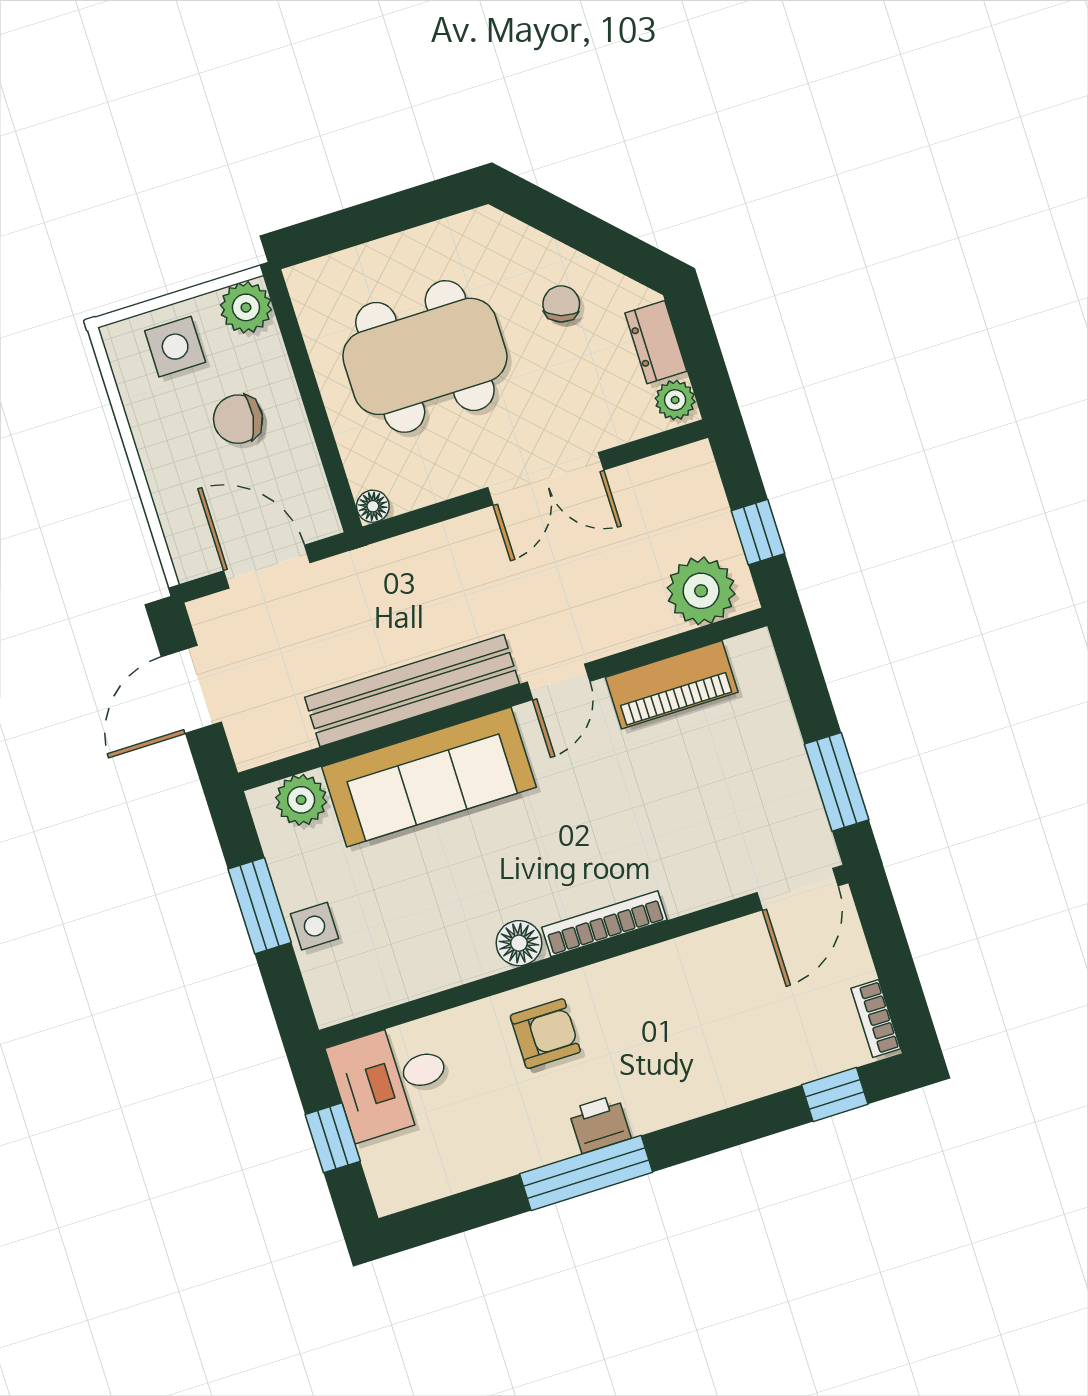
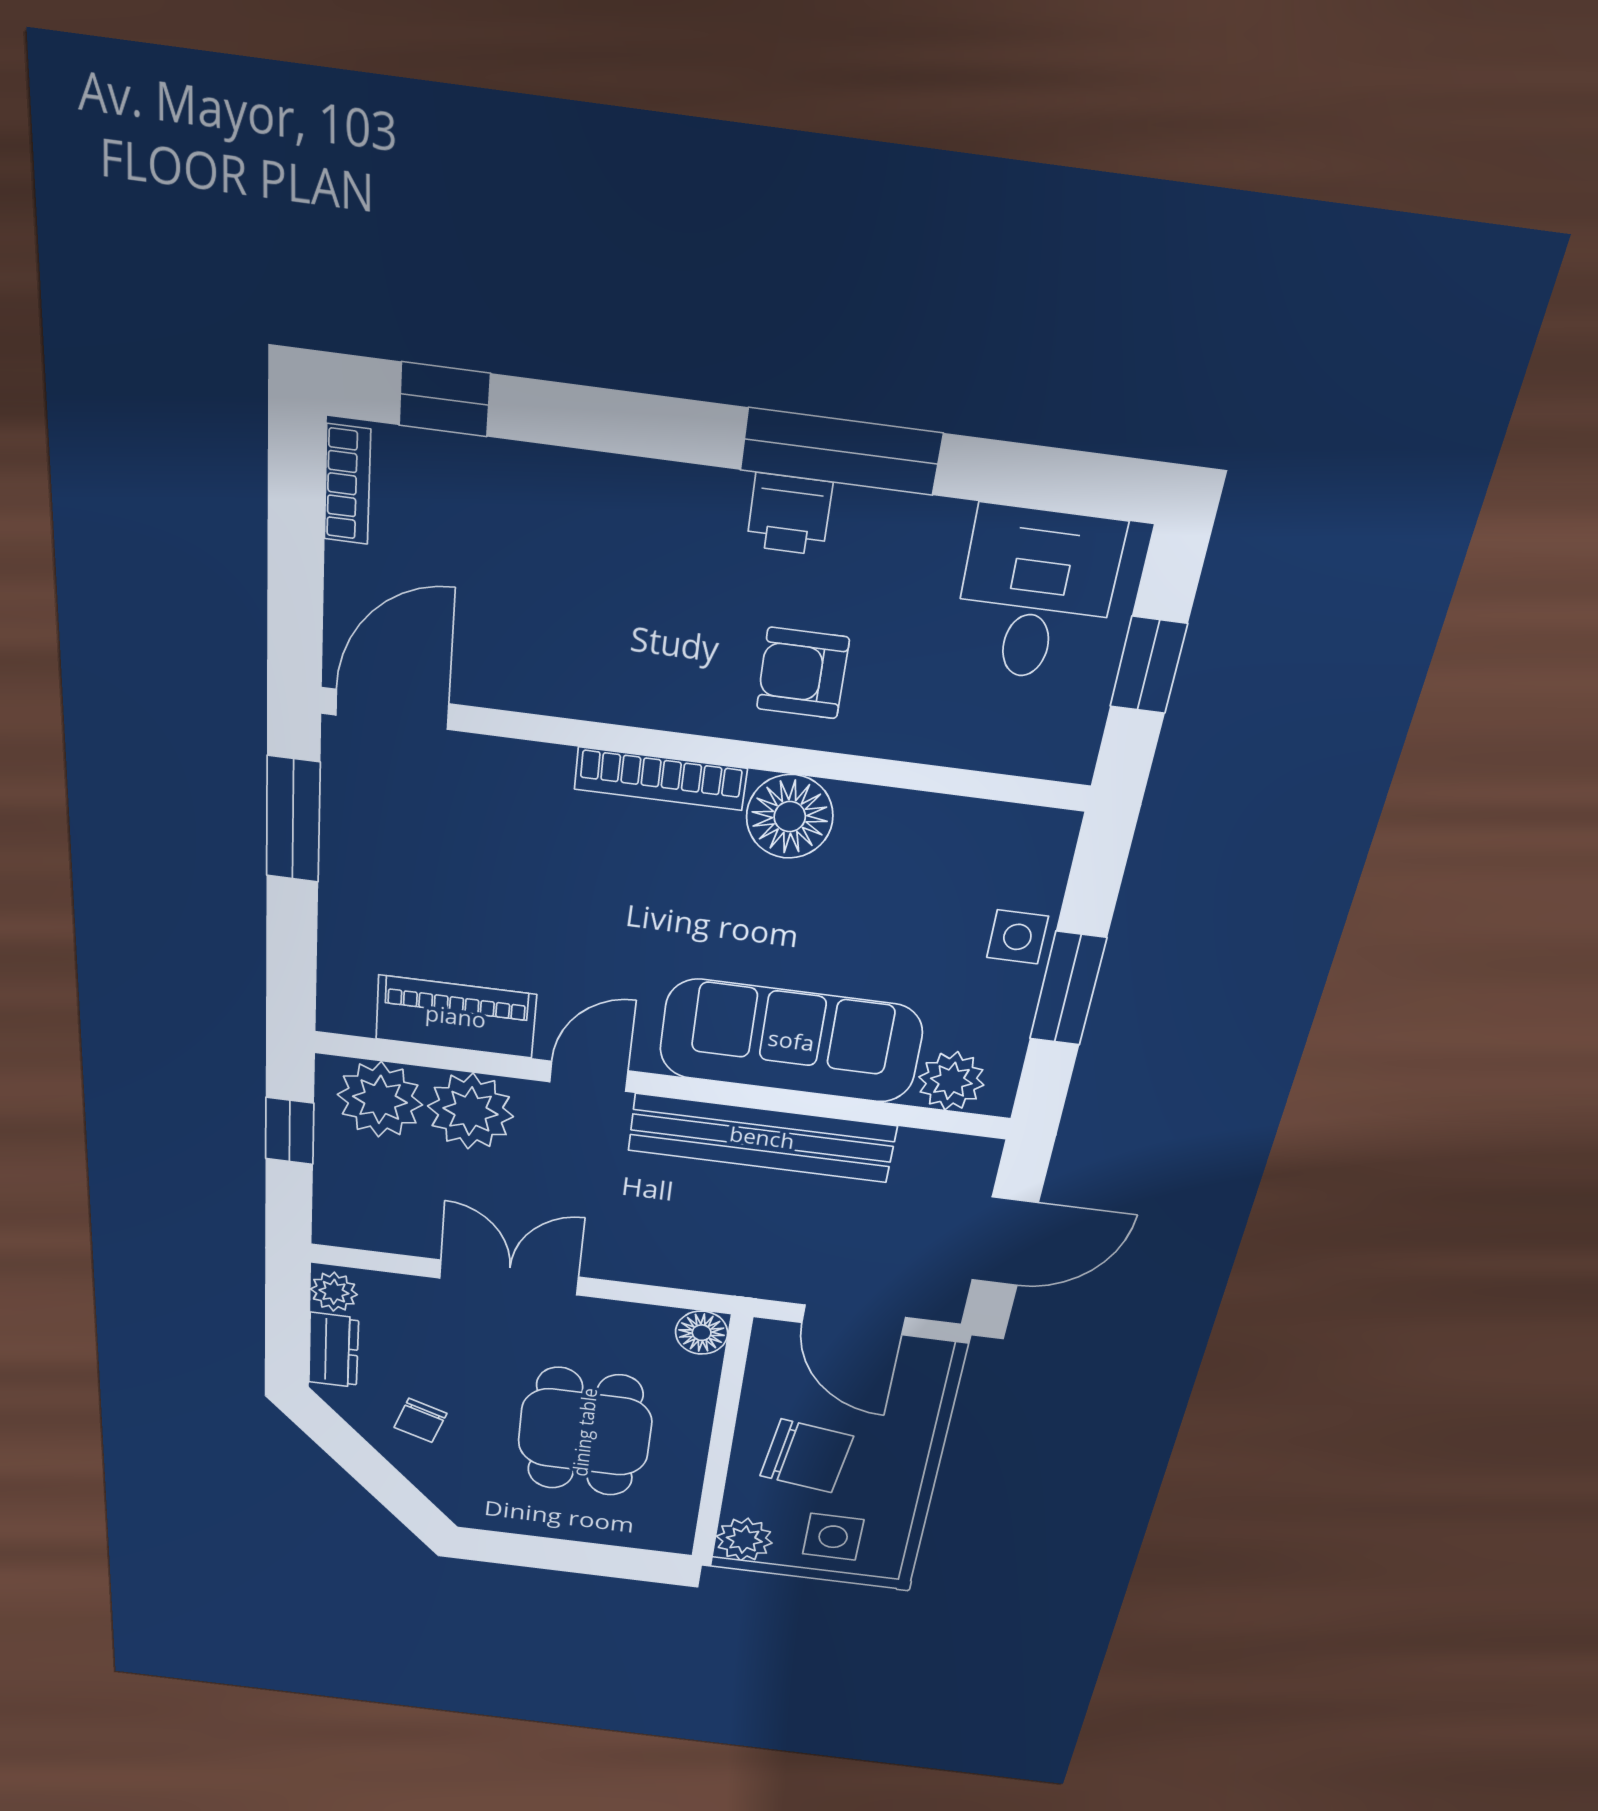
dining table: (425, 356) -> (585, 1432), width x0.73
chair: (238, 419) -> (806, 1456), width x1.37, depth x1.37
floor lamp: (373, 506) -> (702, 1333), width x1.37, depth x1.37
plant: (632, 612) -> (470, 1111), added
floor lamp: (519, 943) -> (790, 817), width x1.38, depth x1.38
desk: (392, 1080) -> (1036, 595), moved, turned -90

